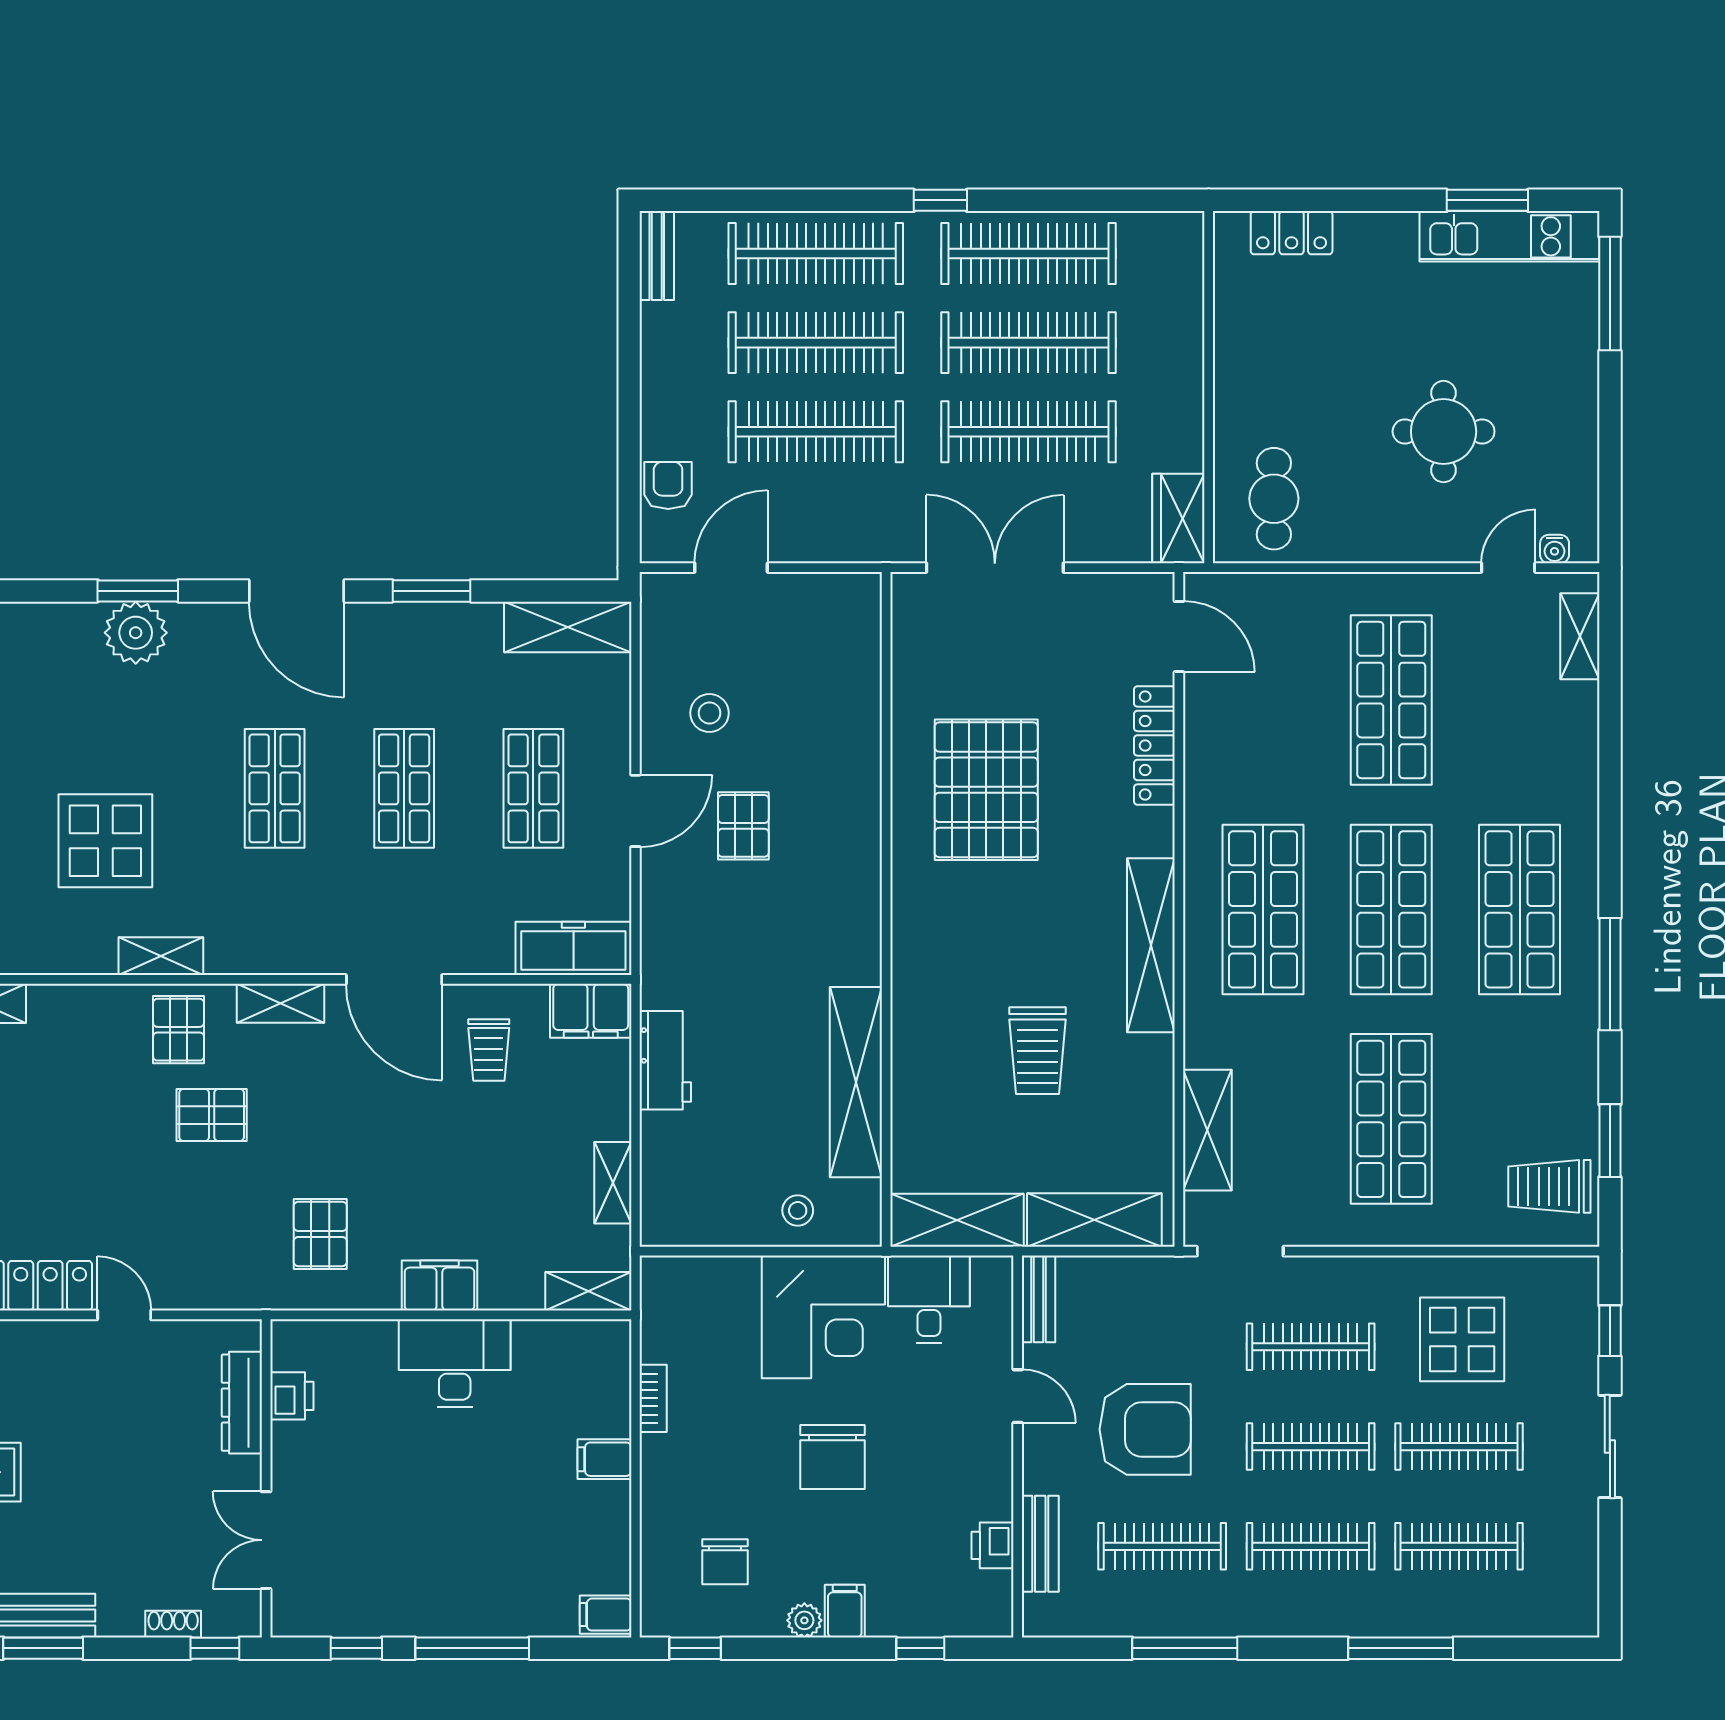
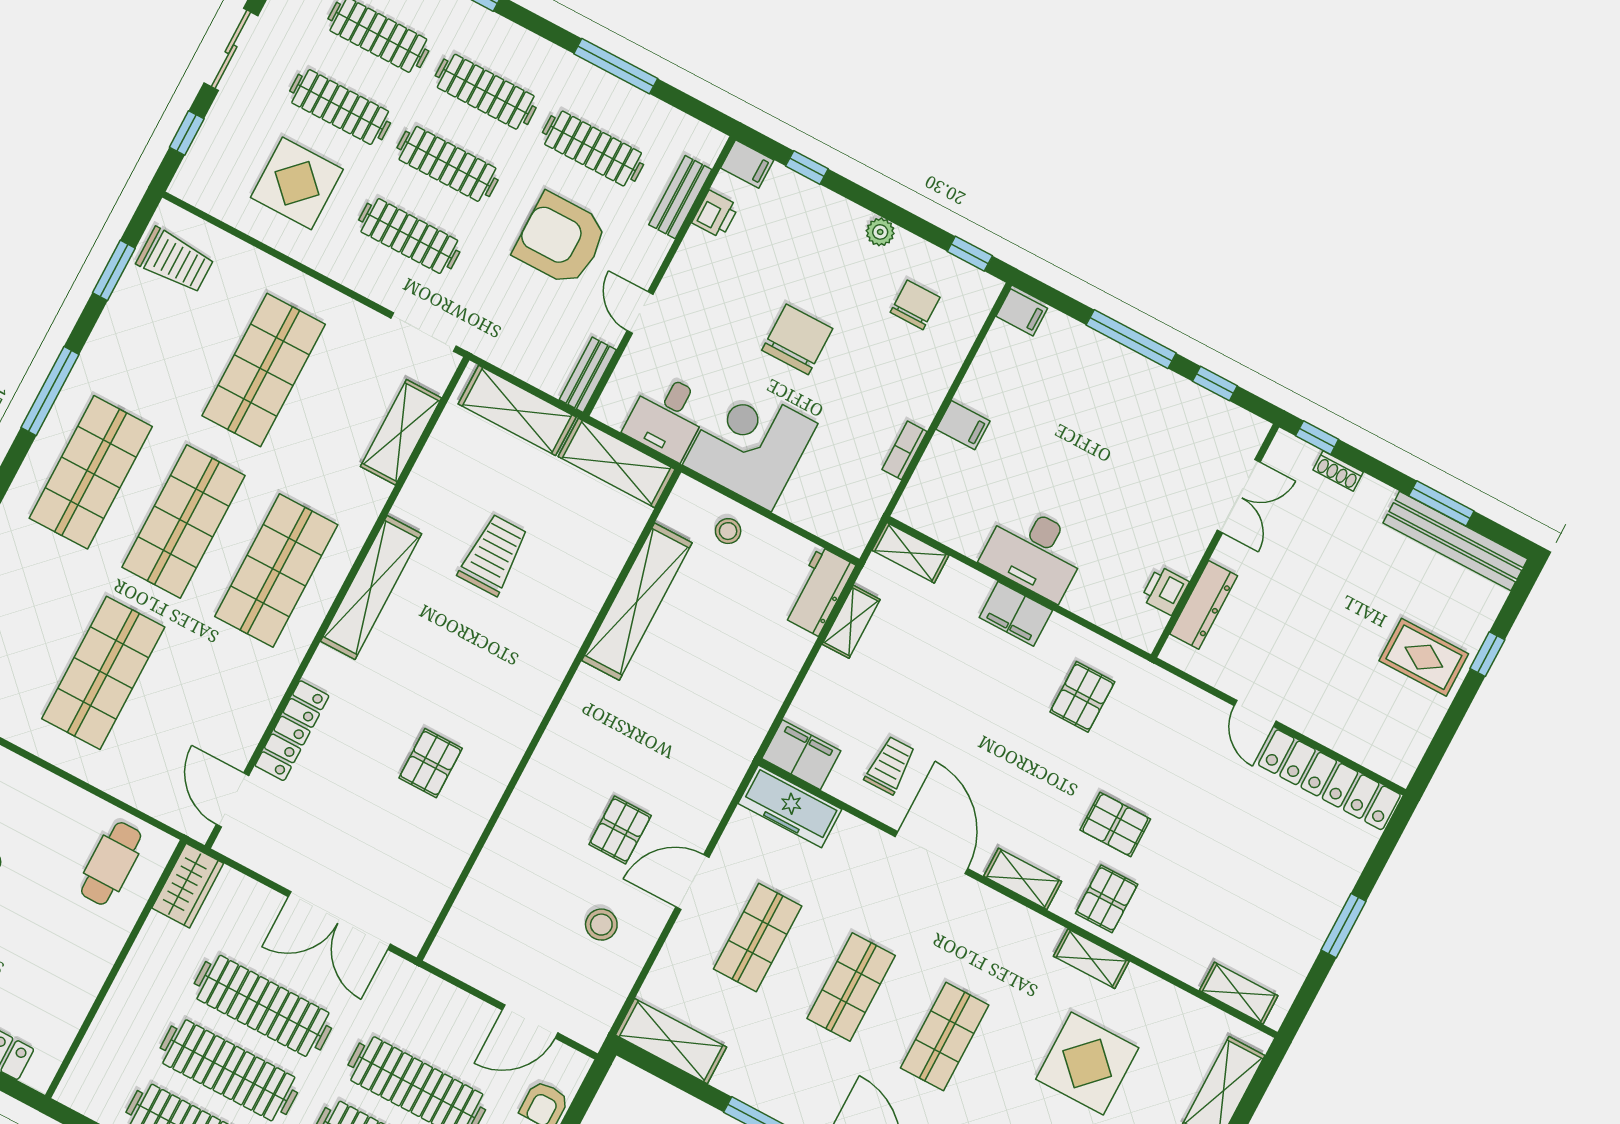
pallet: (986, 790) -> (431, 763), width x0.49, depth x0.50
workbench: (665, 1060) -> (819, 591), moved
filing cabinet: (845, 1611) -> (747, 164), moved, turned -90

